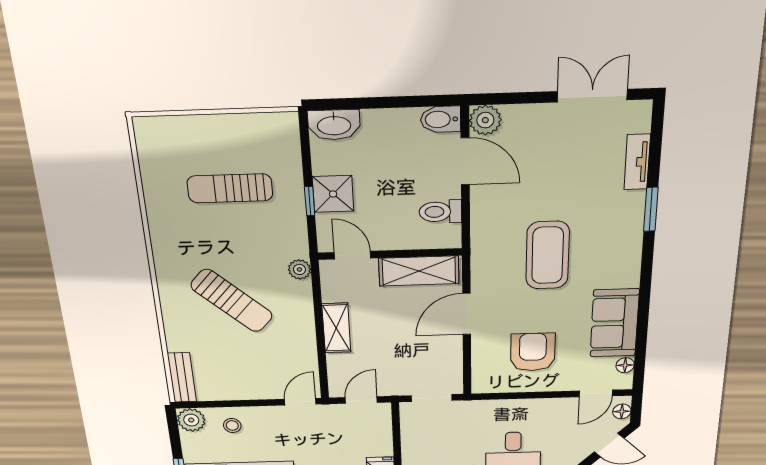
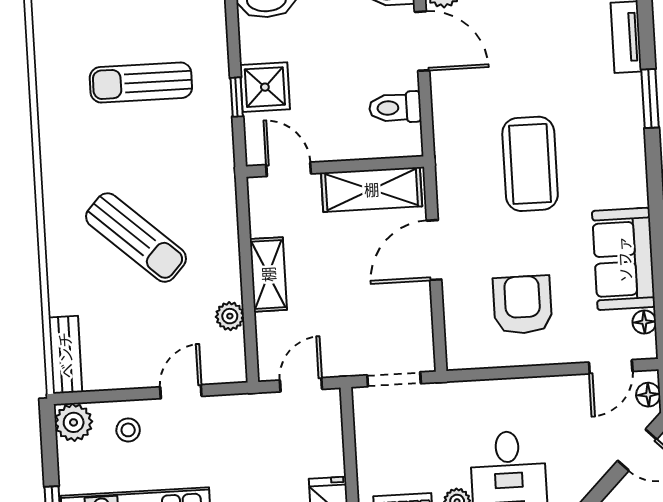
plant: (299, 269) -> (230, 316), moved
door: (300, 402) -> (181, 392), moved

